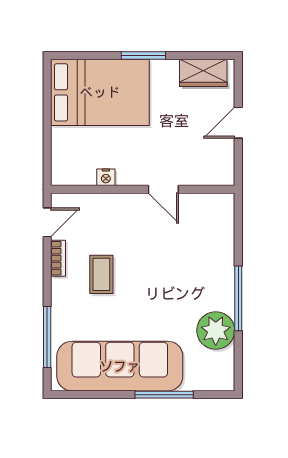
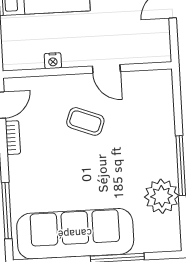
coffee table: (101, 274) -> (85, 121), moved, turned -69

